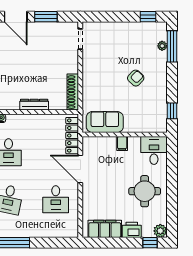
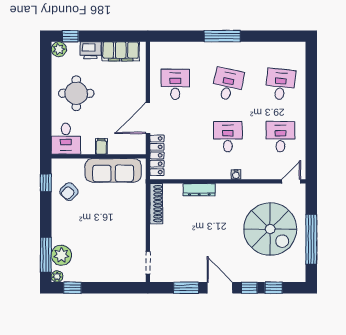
plant: (162, 27) -> (57, 276), added
plant: (162, 46) -> (61, 255), width x1.88, depth x1.88
armchair: (136, 78) -> (69, 192), moved
sofa: (105, 122) -> (113, 170), width x1.36
door: (80, 169) -> (148, 118), swing flipped

